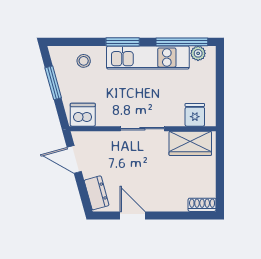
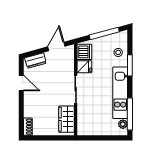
window: (123, 42) -> (130, 65), moved
window: (53, 83) -> (104, 33), width x1.44
fridge: (195, 115) -> (84, 67), moved
door: (132, 215) -> (21, 83), hinge flipped

